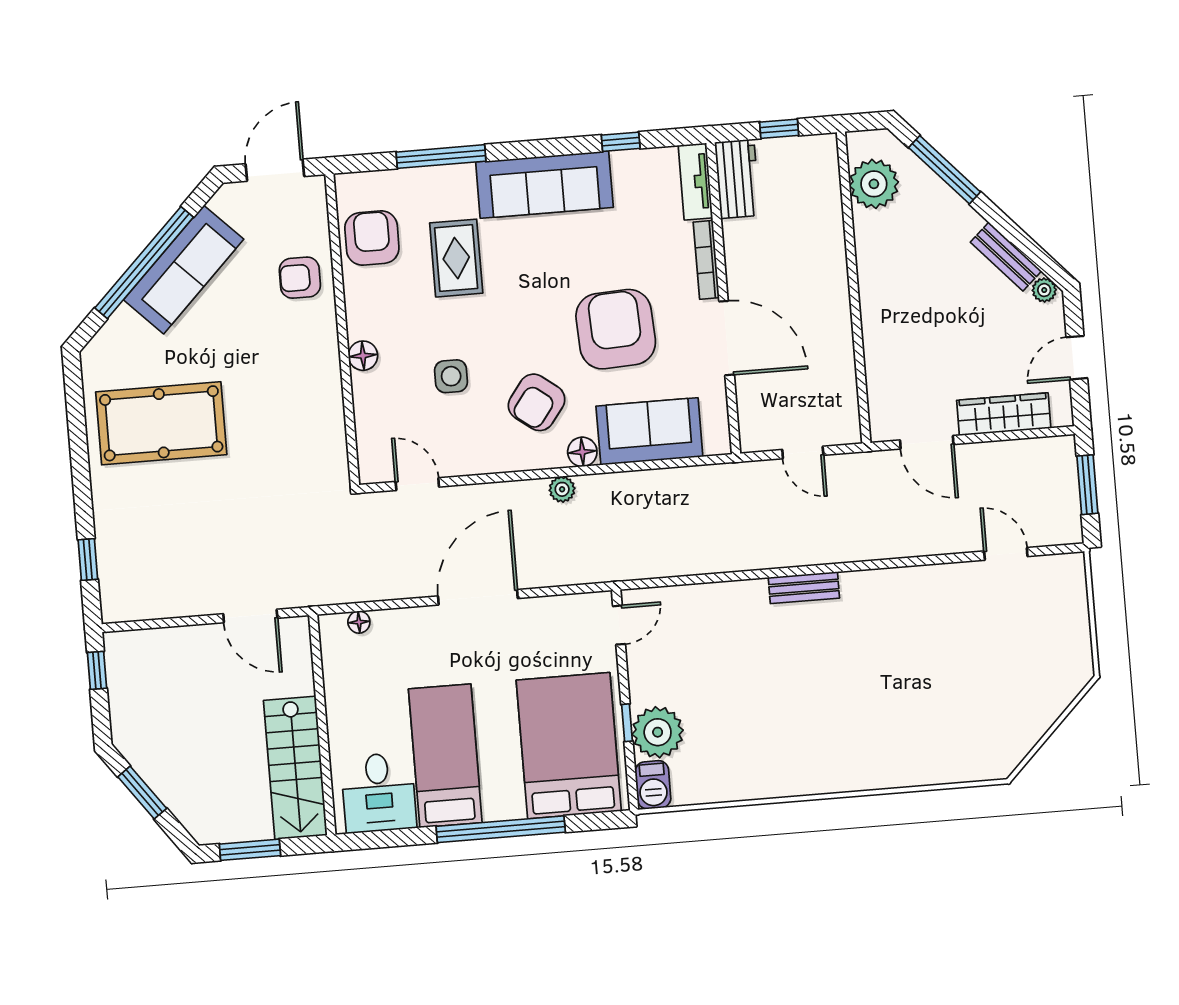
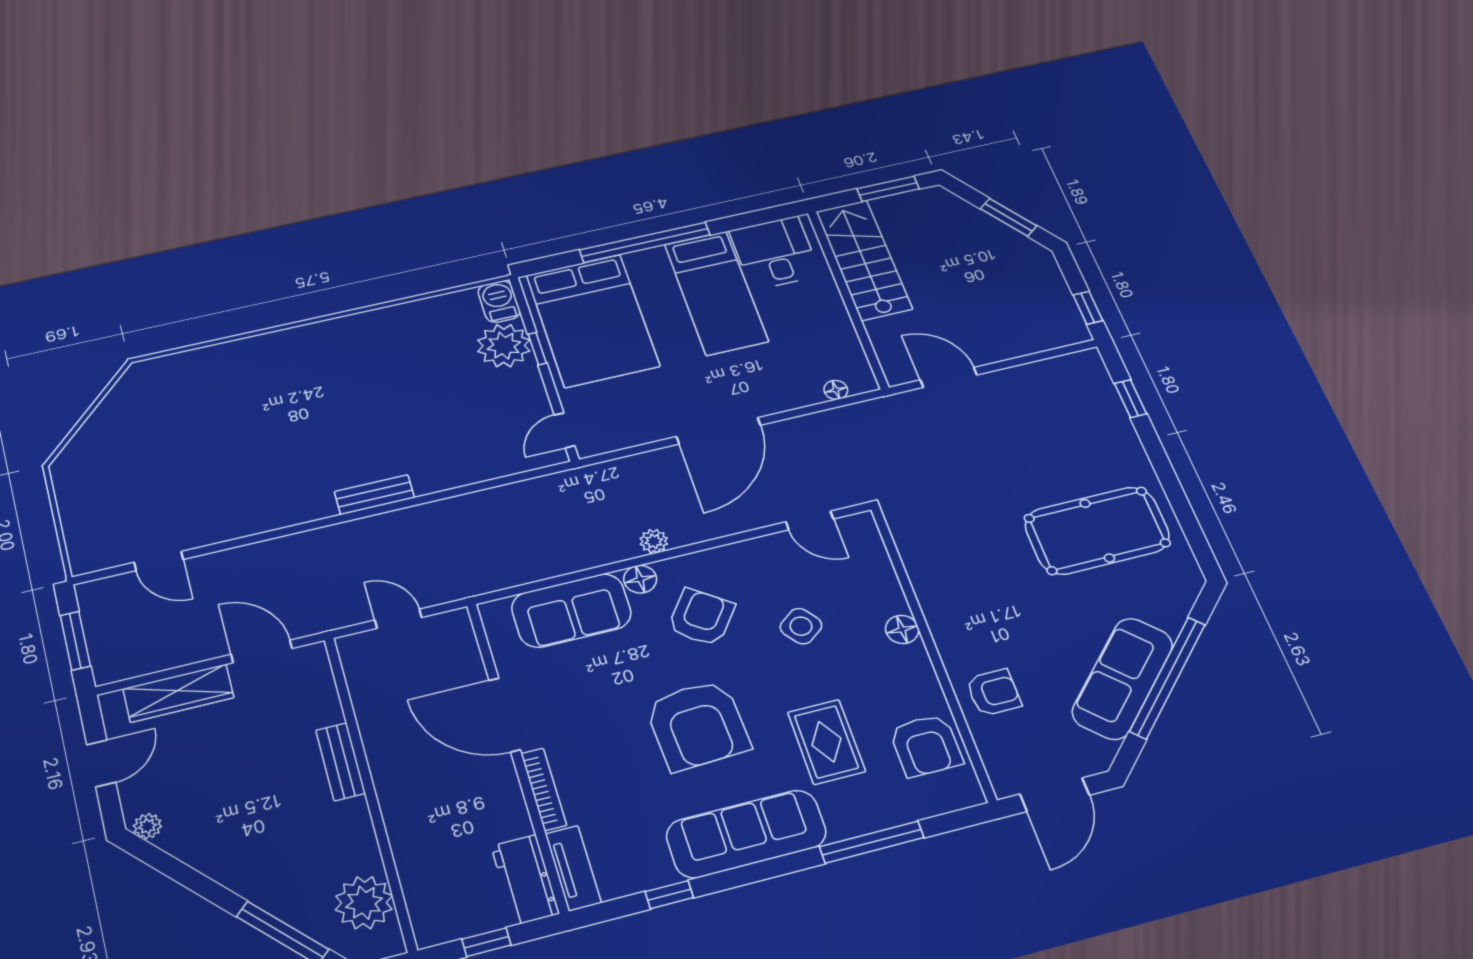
bench: (1006, 257) -> (341, 762), moved, turned 42
armchair: (616, 329) -> (697, 725), moved
side table: (451, 376) -> (801, 626), turned -37

